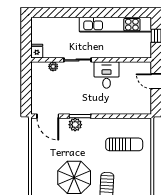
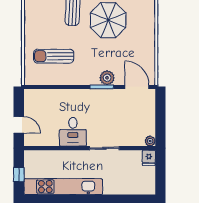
plant: (53, 66) -> (150, 141), moved

